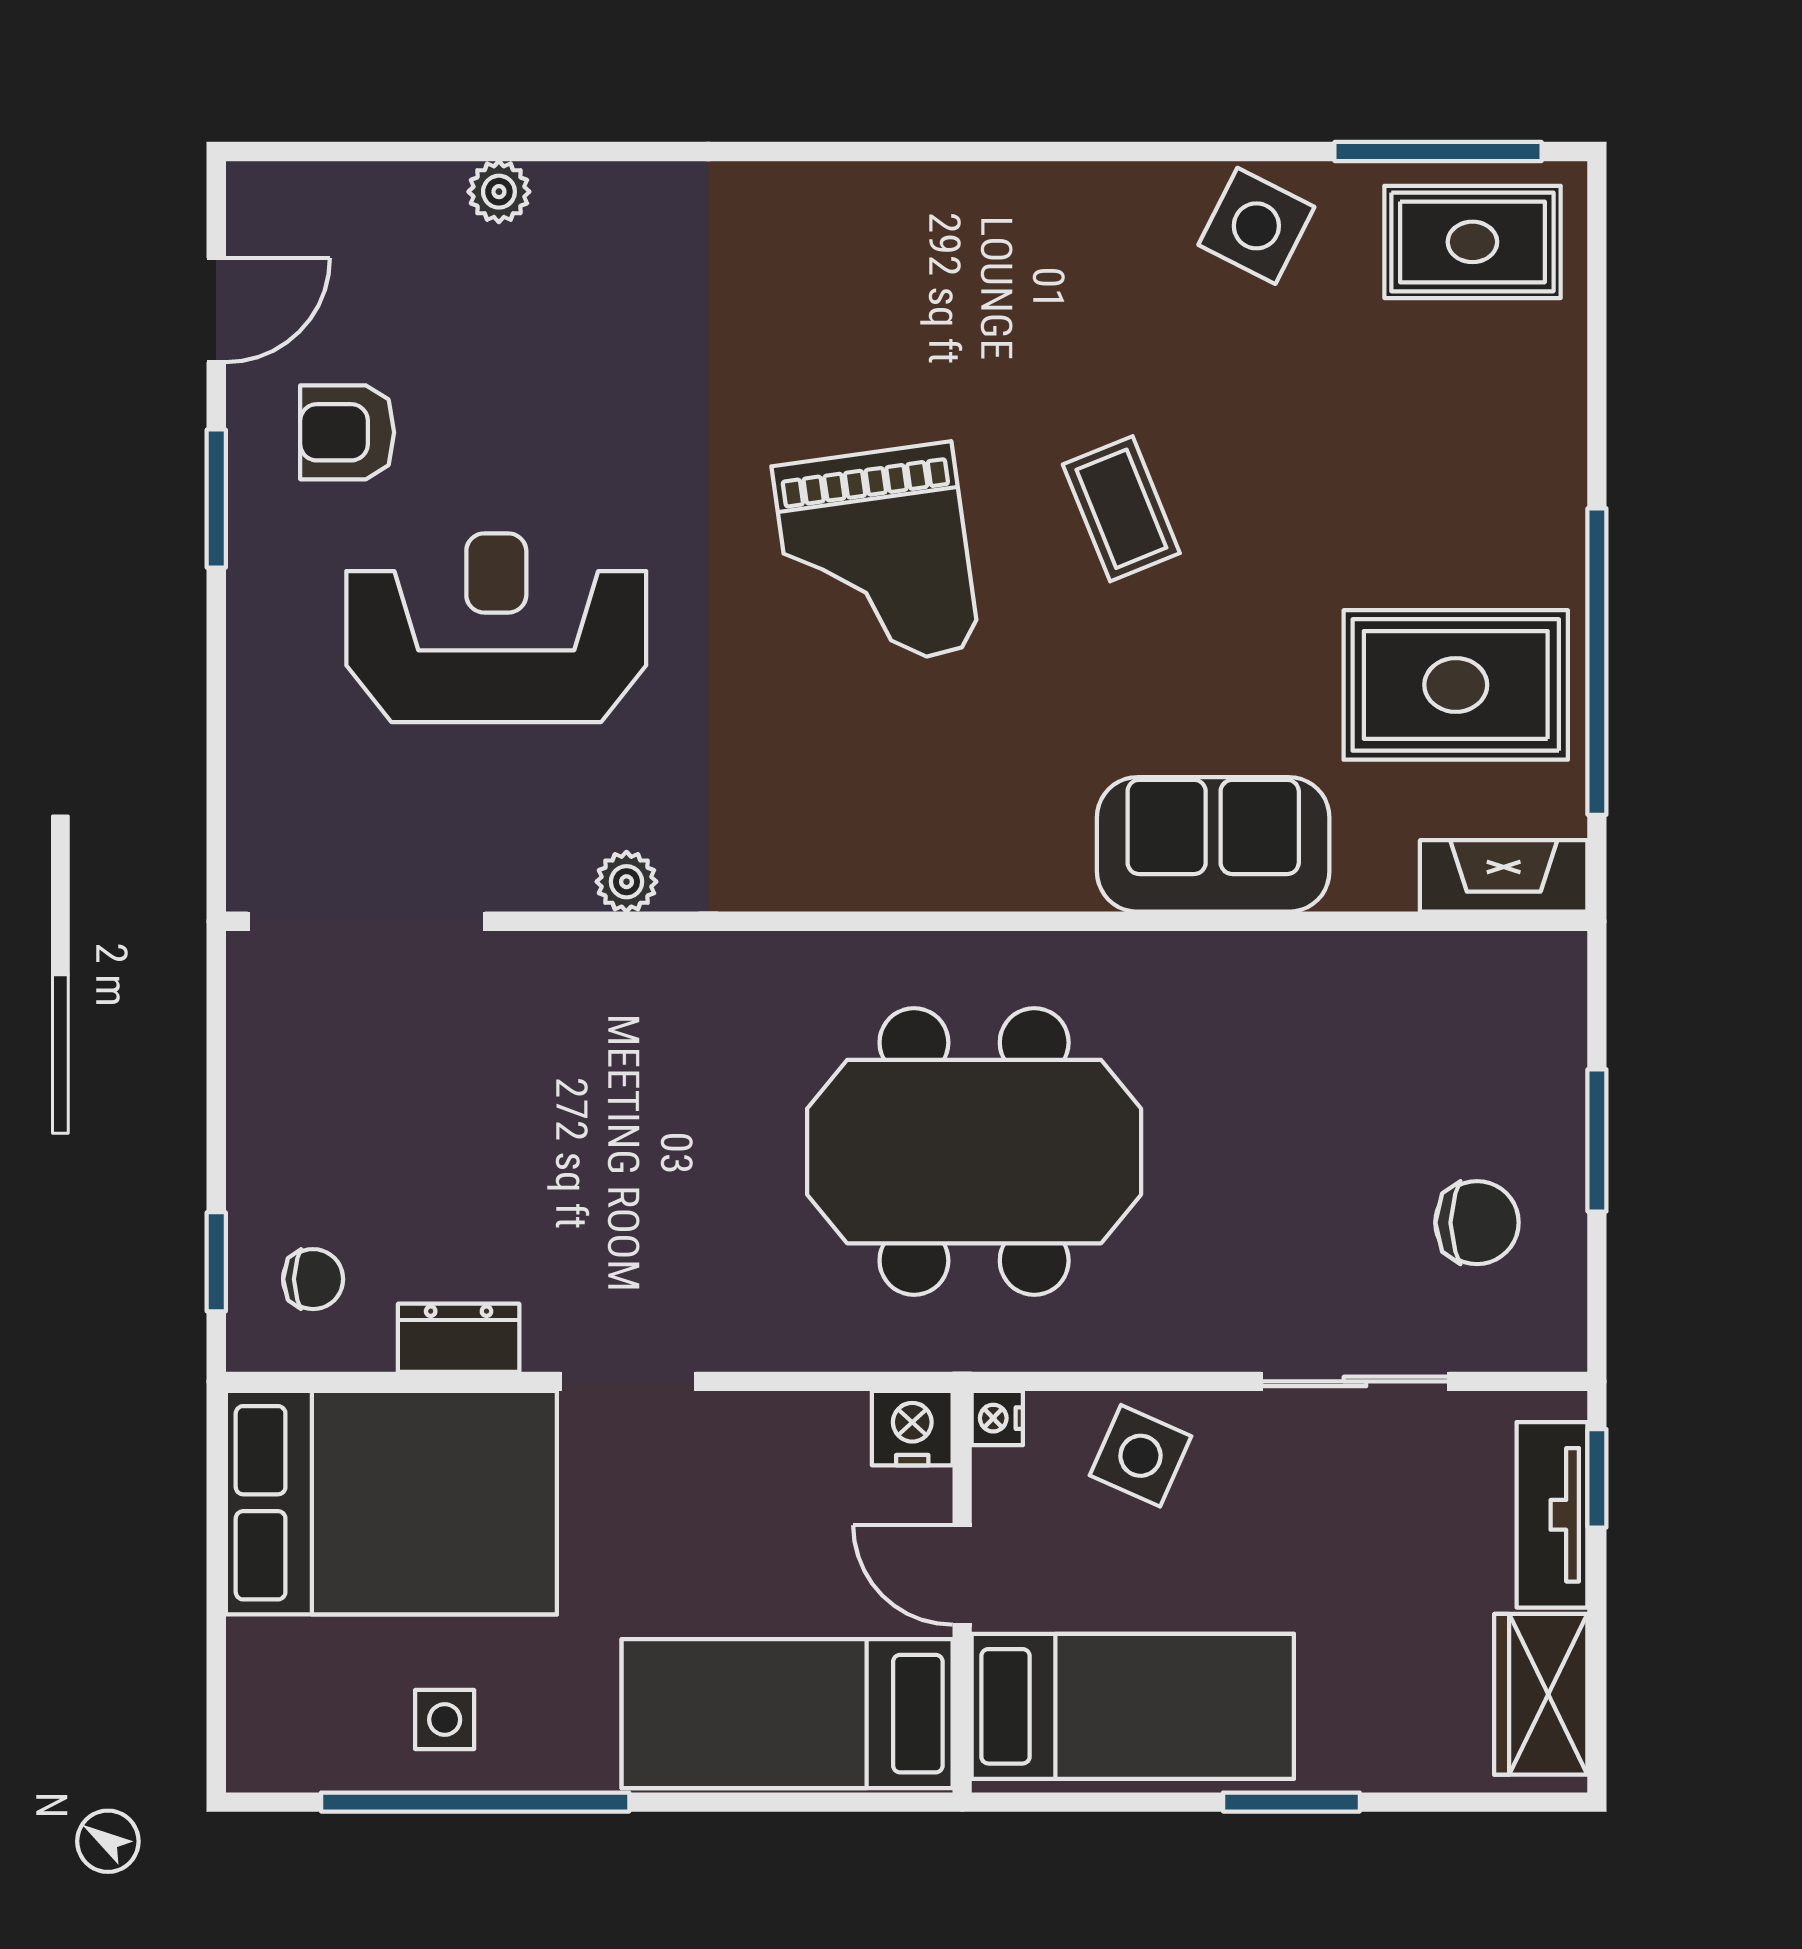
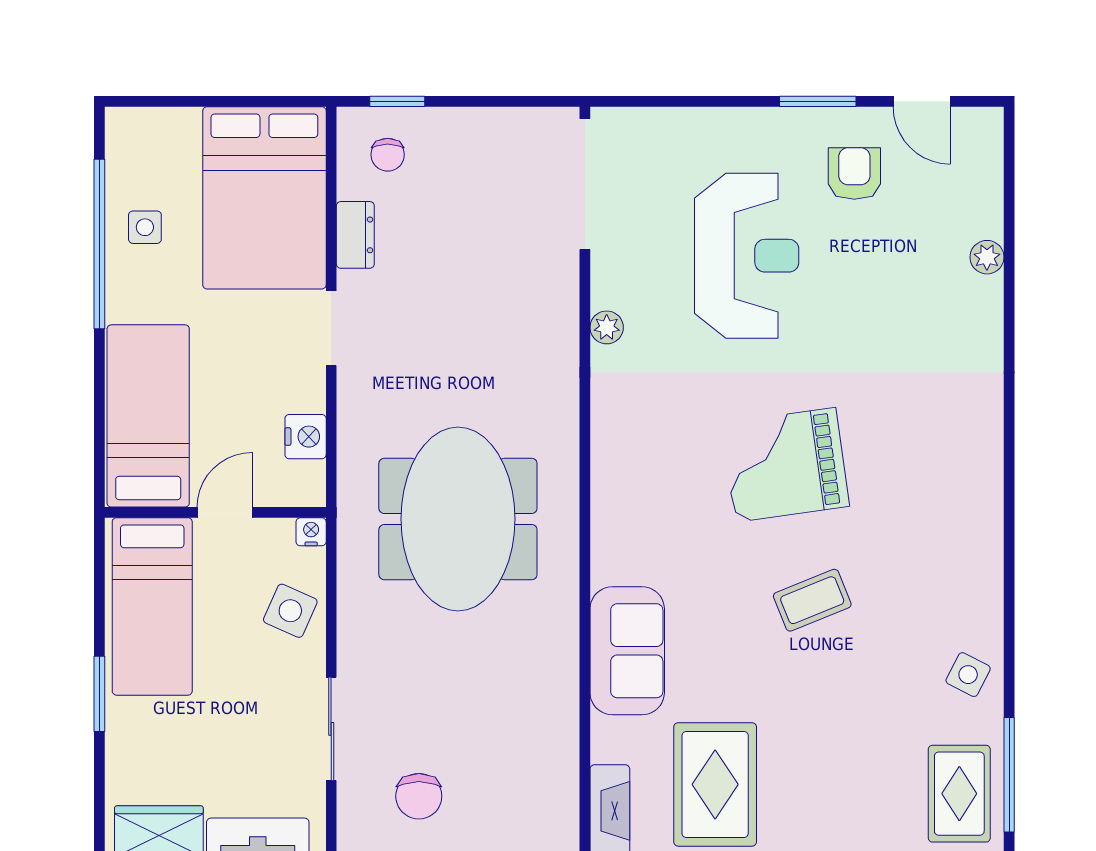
side table: (1256, 226) -> (968, 675), width x0.73, depth x0.73
nightstand: (912, 1428) -> (306, 437), moved

